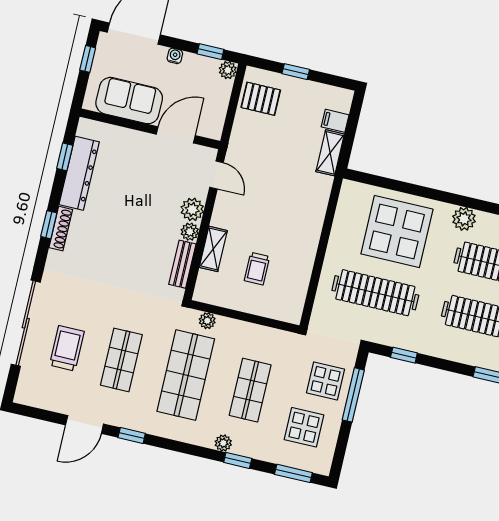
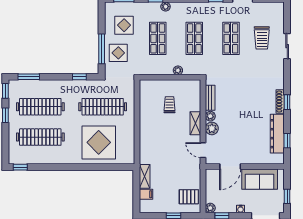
plant: (464, 219) -> (64, 158), removed
shelving: (213, 249) -> (195, 123), moved
plant: (207, 321) -> (178, 70), moved
sliding door: (26, 323) -> (287, 46), width x0.54
shop shelf: (186, 375) -> (194, 38), width x0.70, depth x0.74

